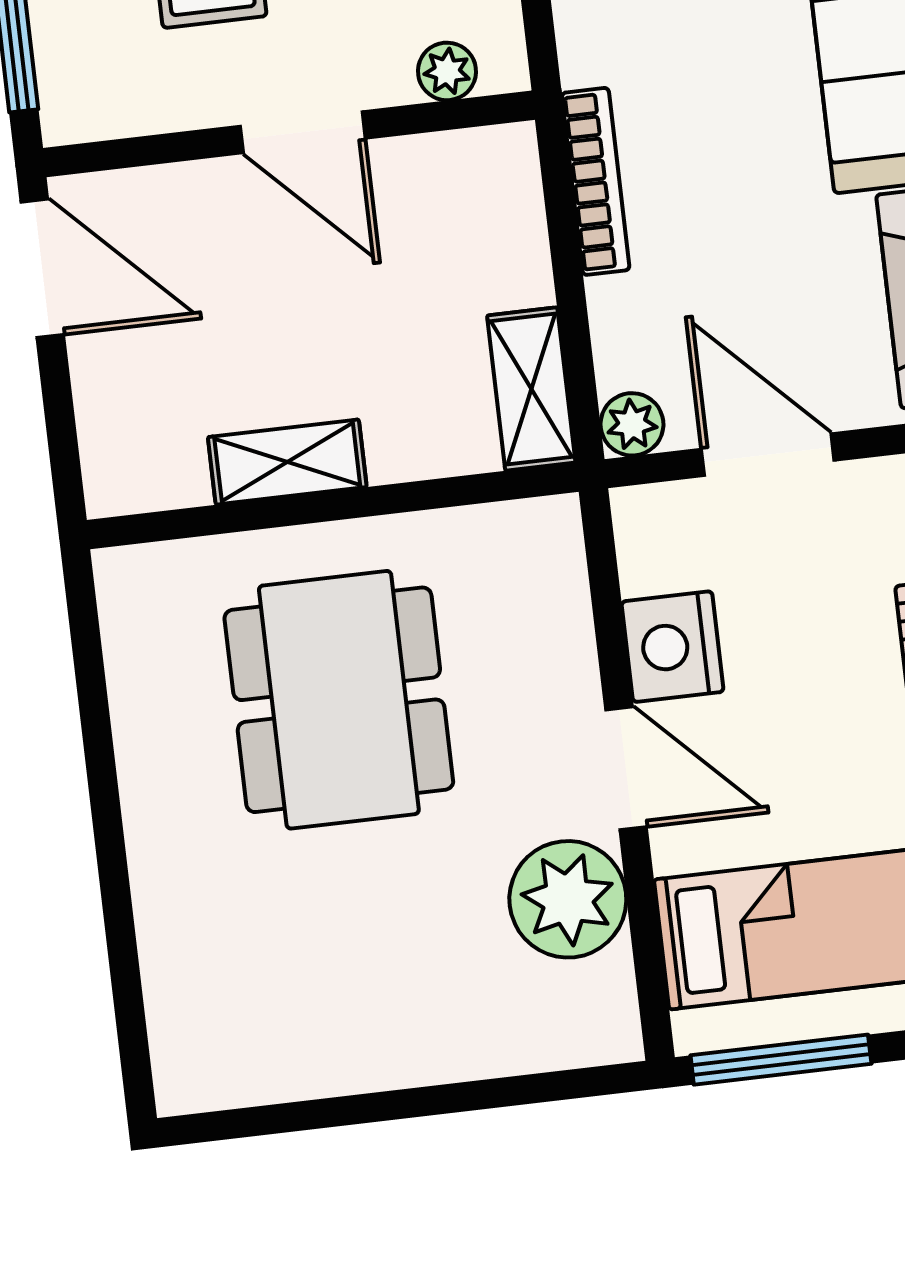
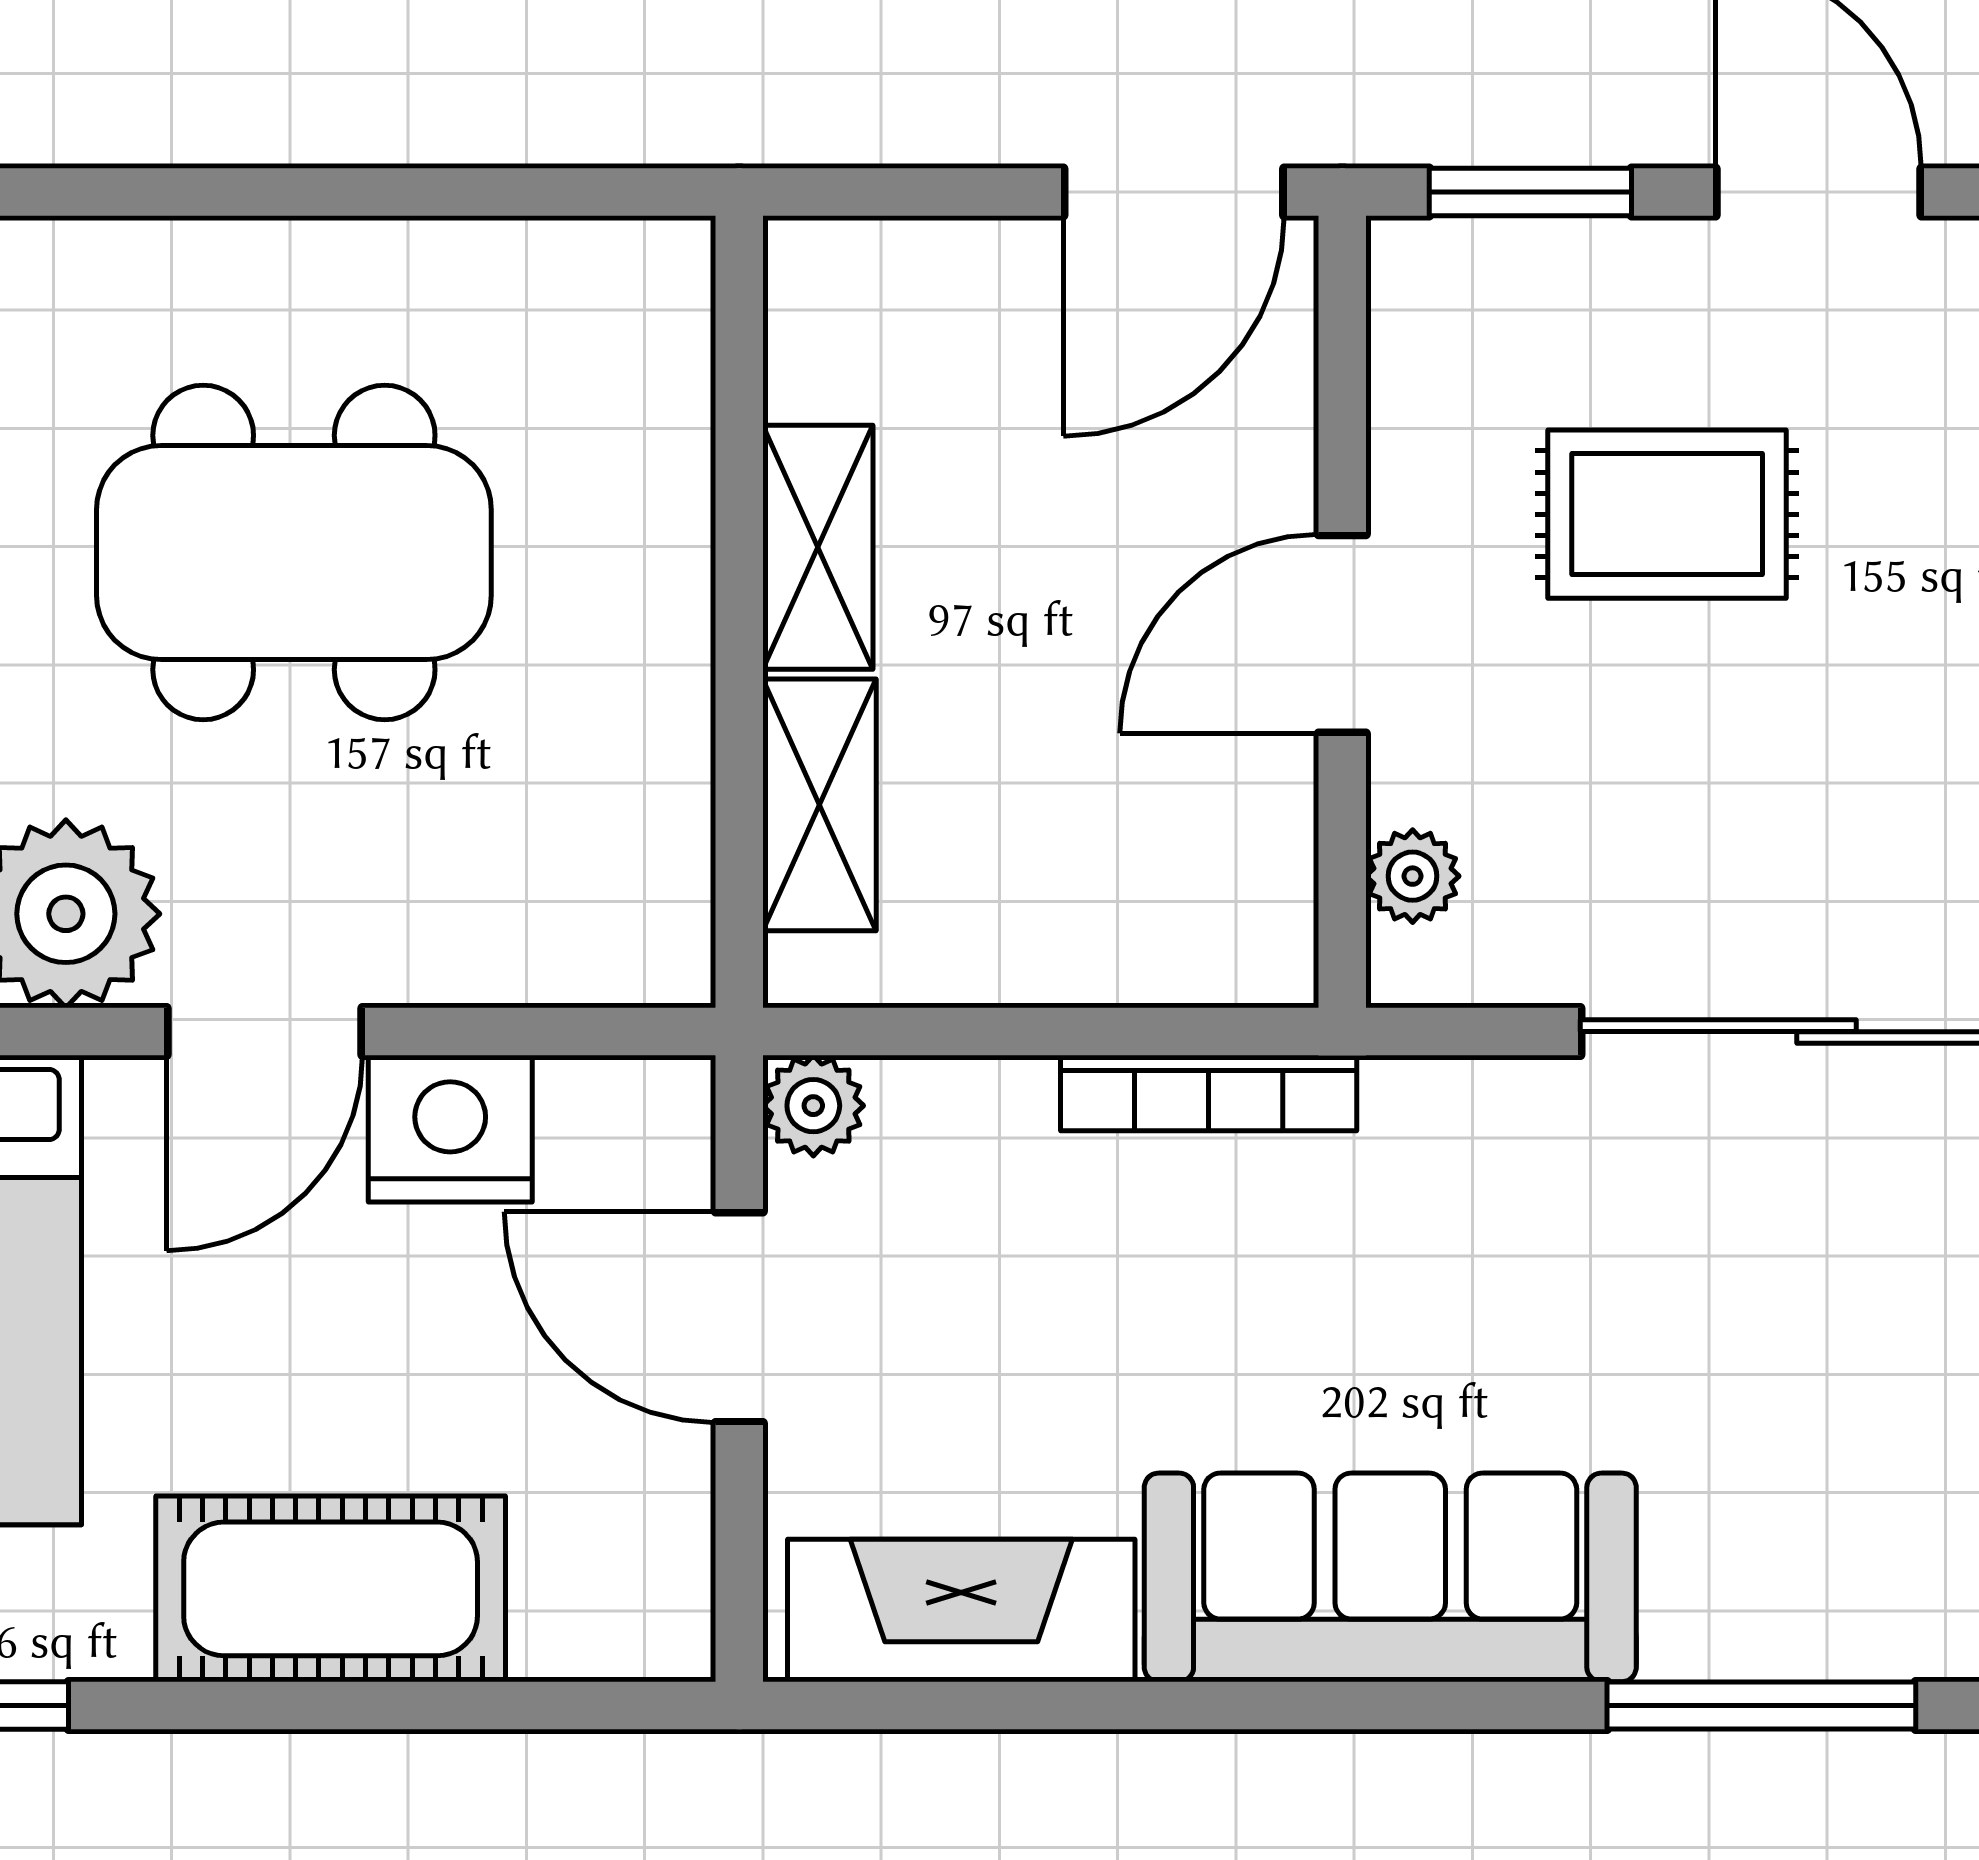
shelving: (531, 389) -> (820, 805), moved, turned 90
door: (768, 455) -> (739, 1317), swing flipped
dining table: (339, 700) -> (294, 553), moved

